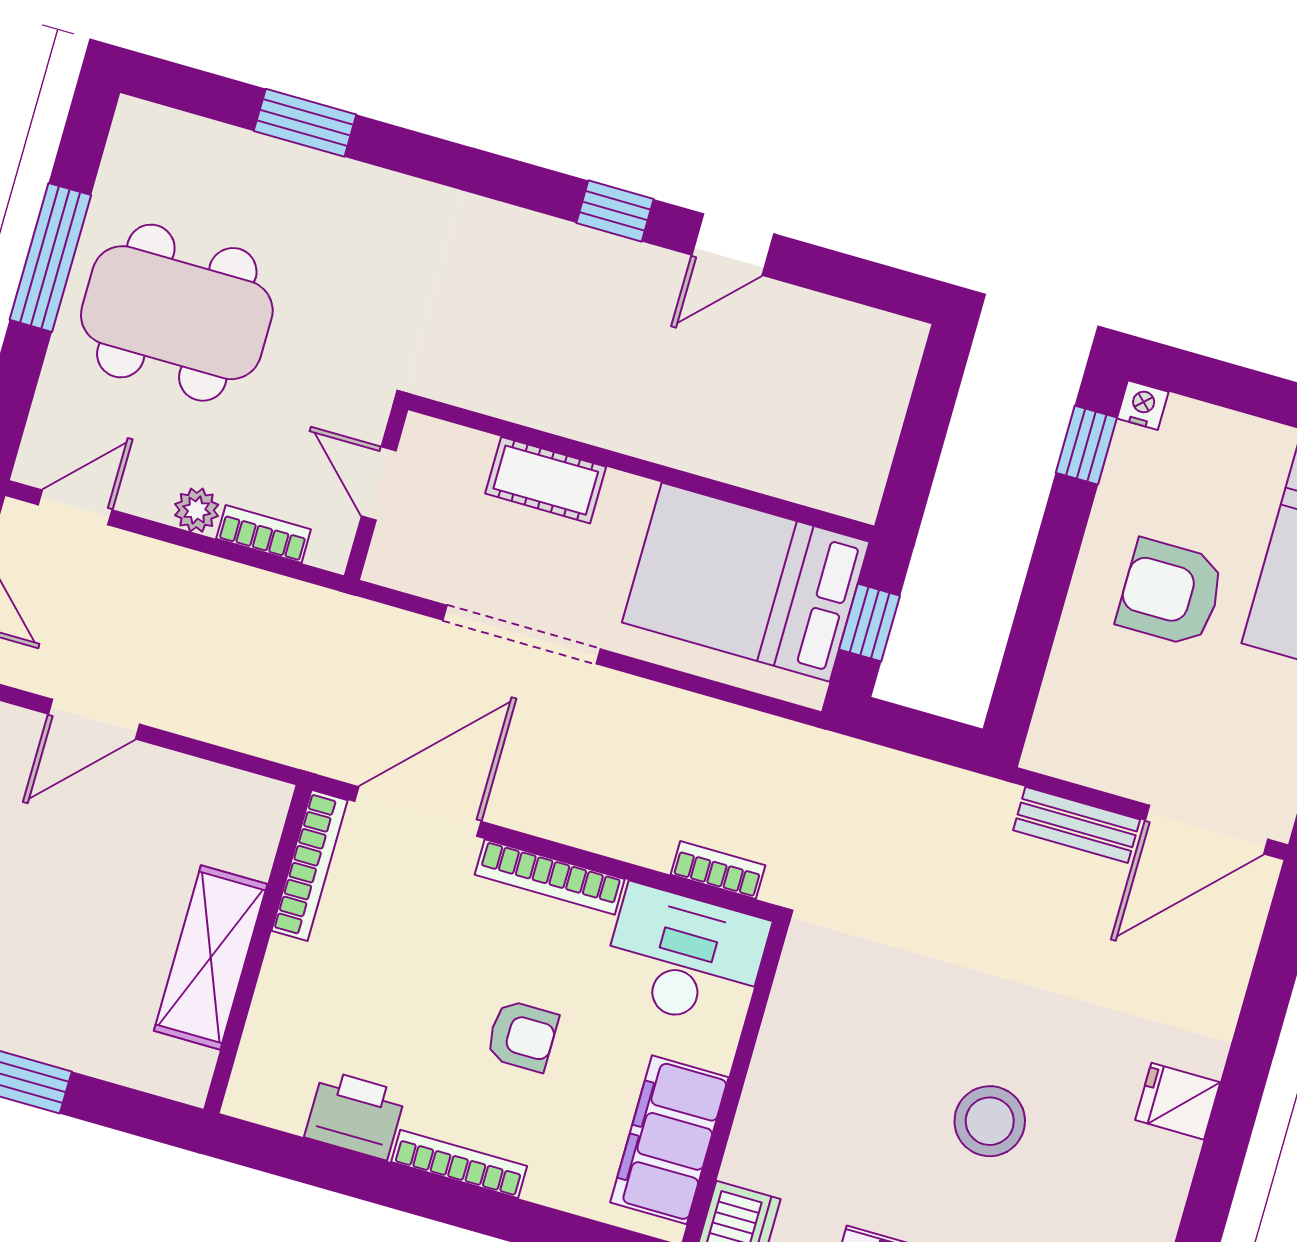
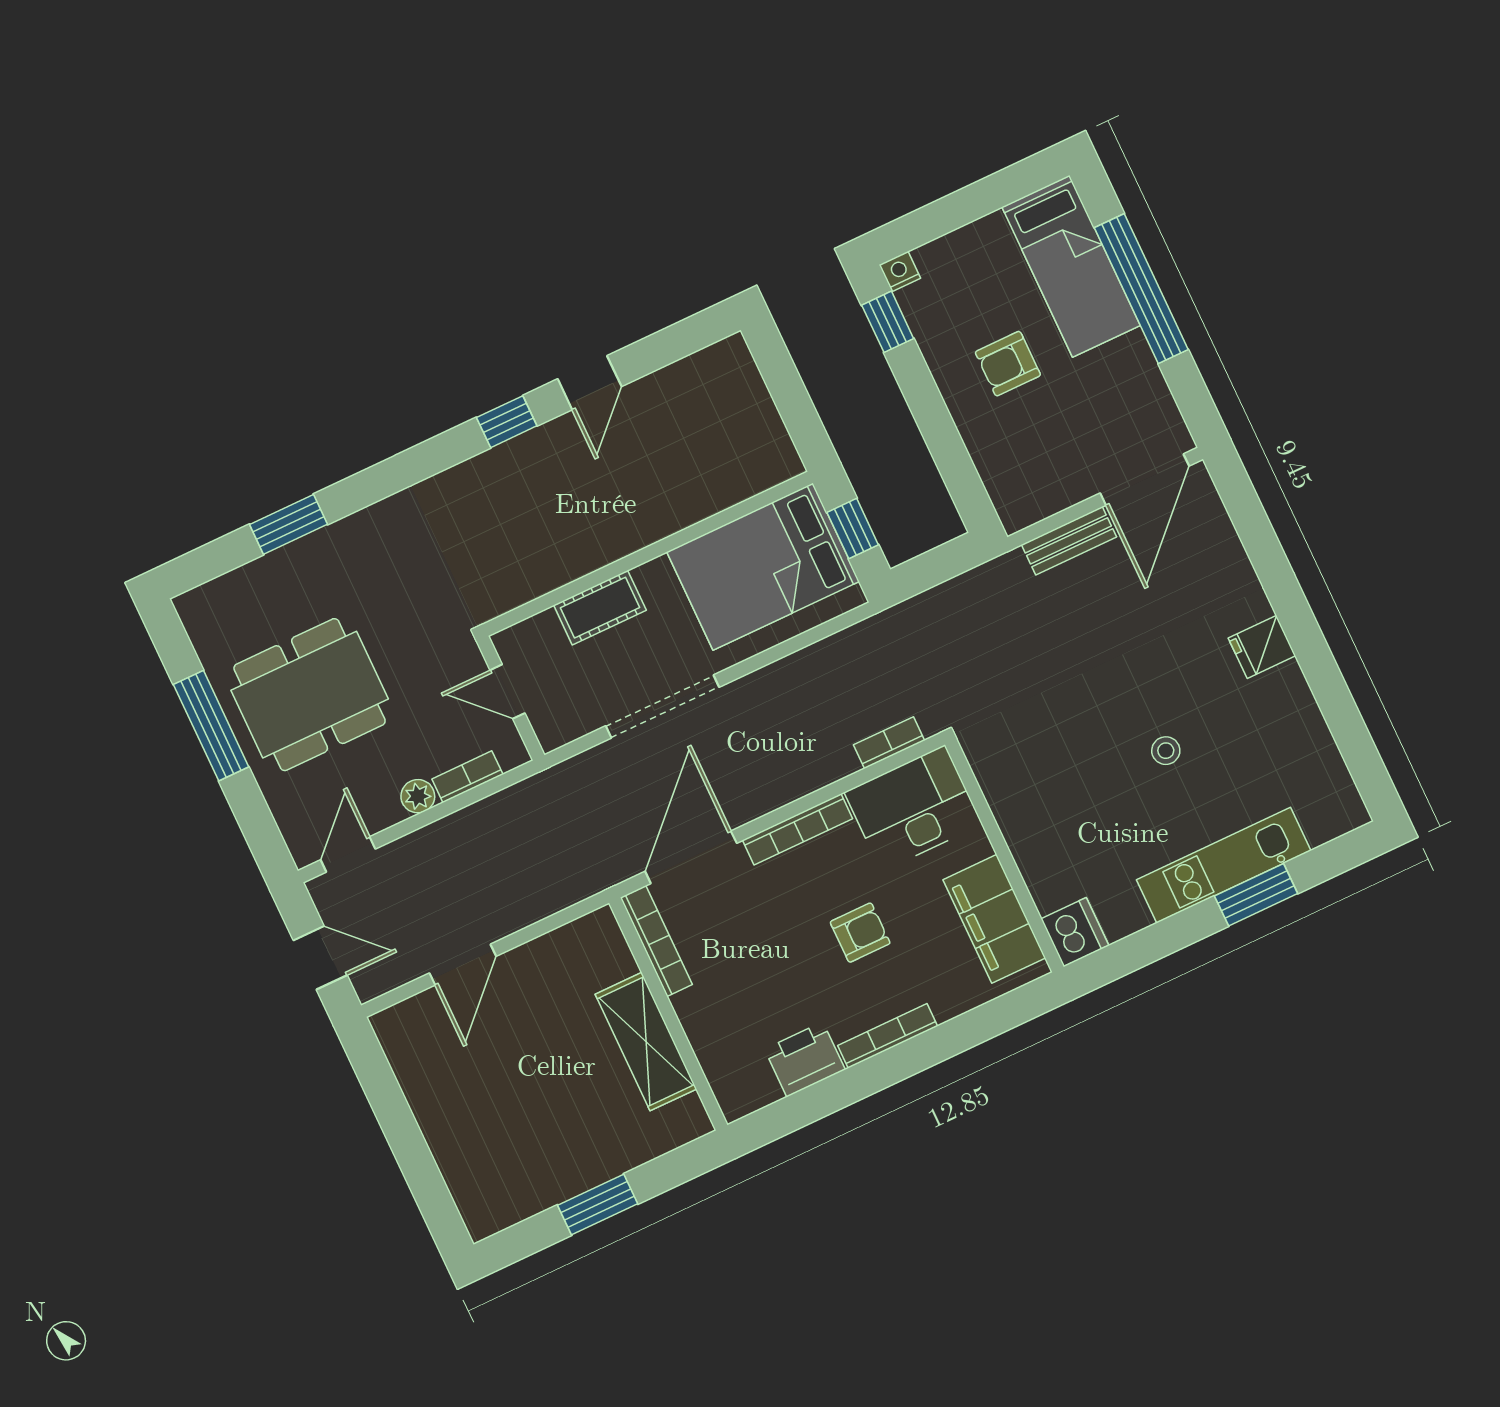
armchair: (1171, 593) -> (1008, 364), width x0.72, depth x0.72
stool: (990, 1121) -> (1166, 751), width x0.53, depth x0.53

